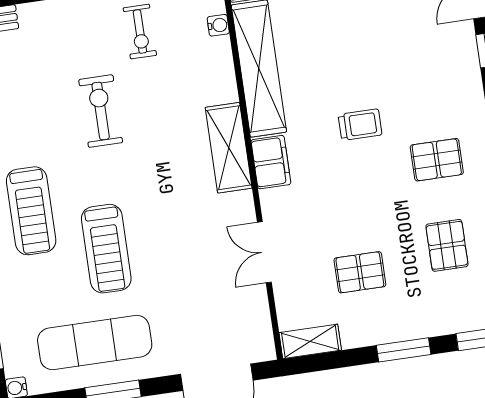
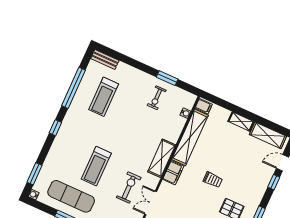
exercise bike: (101, 111) -> (129, 188), moved
treadmill: (31, 211) -> (104, 97), moved

